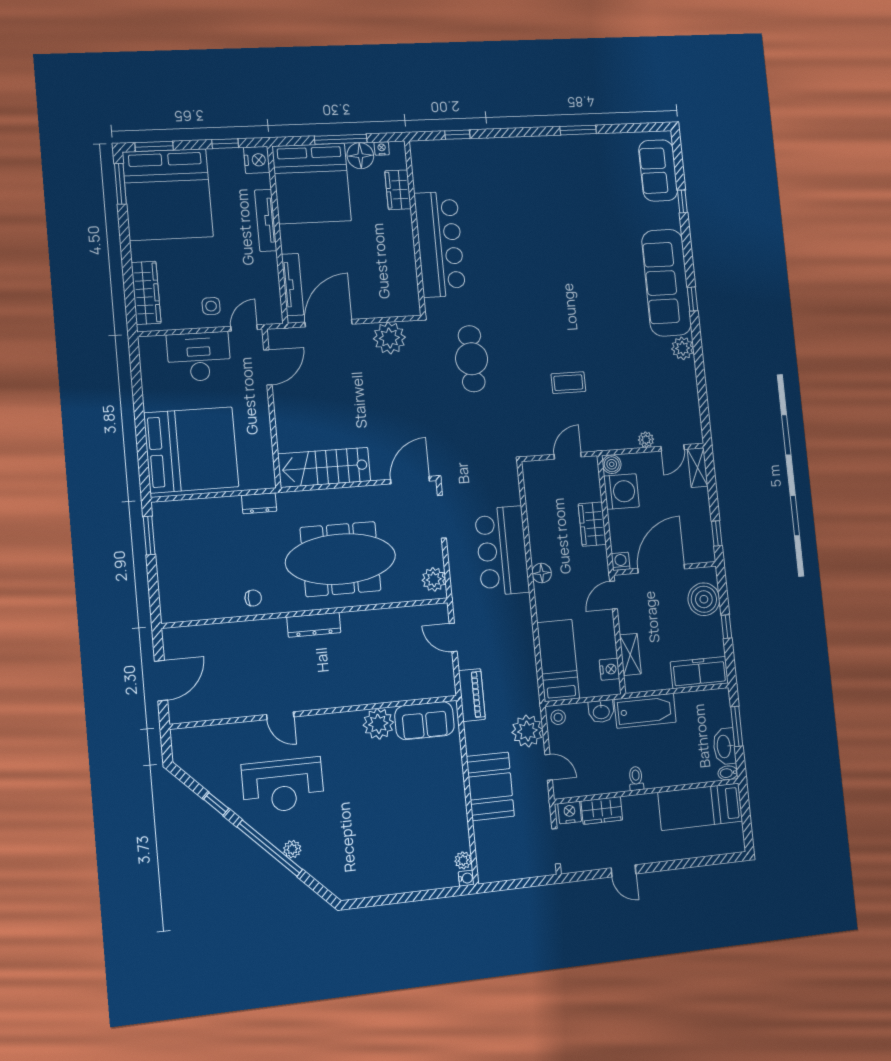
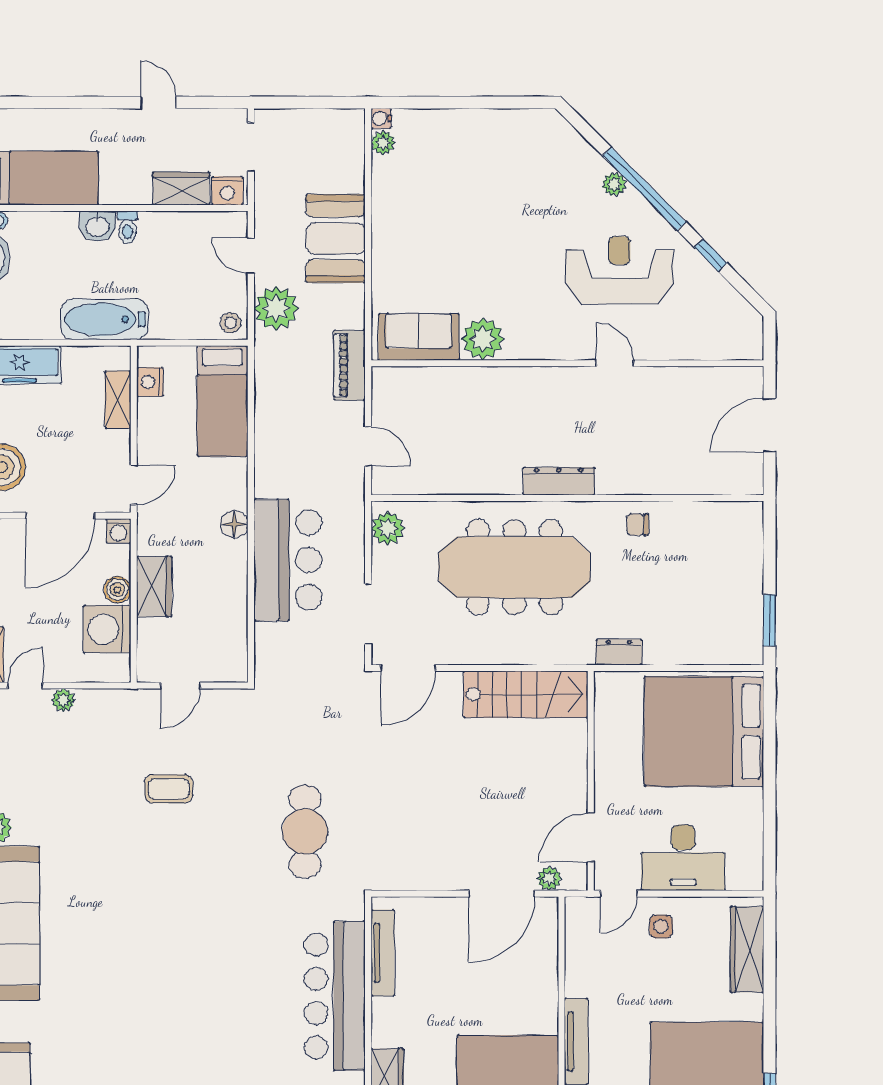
tv unit: (293, 285) -> (383, 953), moved, turned 180
plant: (389, 338) -> (549, 878), moved, width x0.53, depth x0.53
boiler: (612, 464) -> (117, 590), moved
washbasin: (601, 711) -> (97, 226), moved, turned 180

